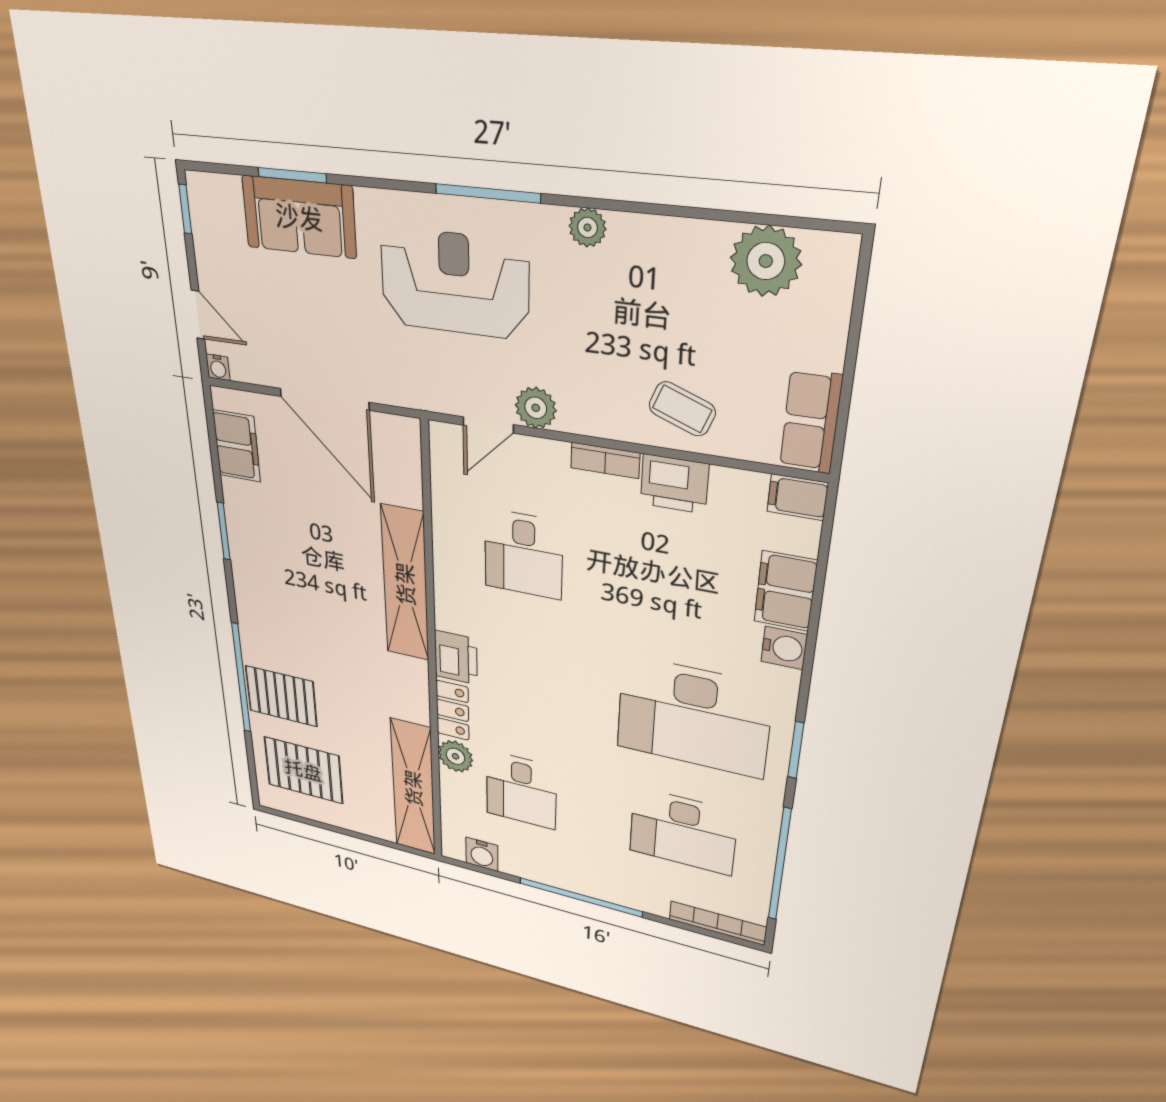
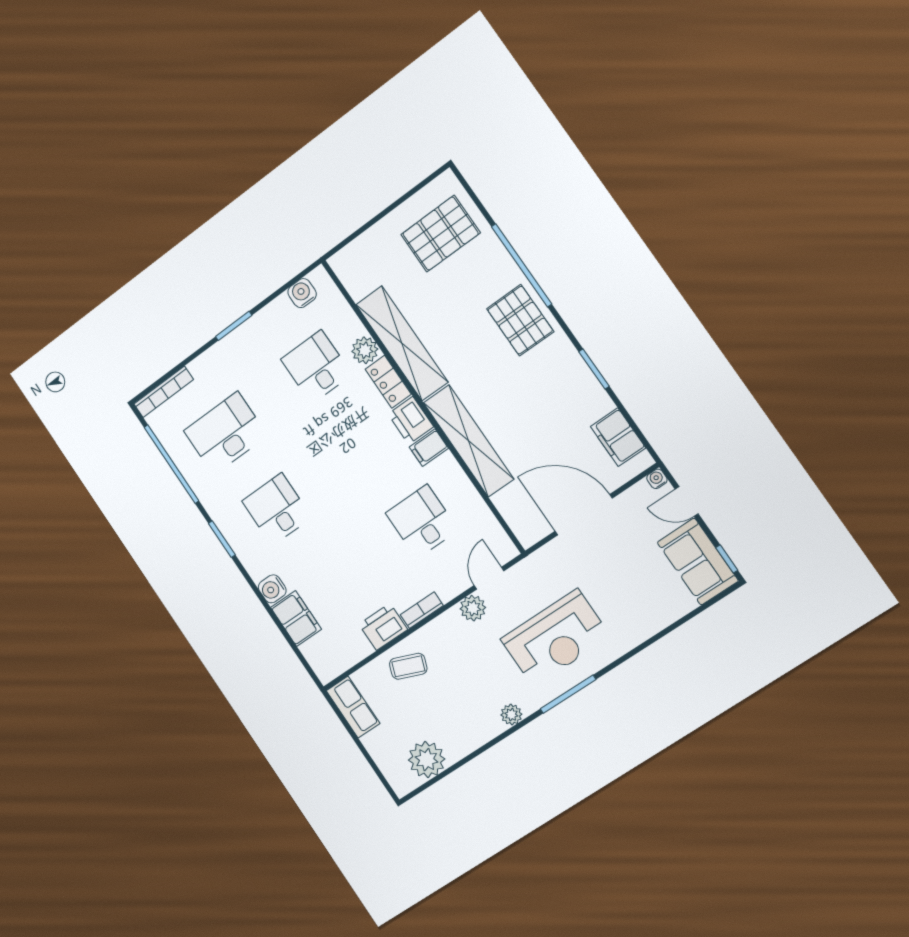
window: (292, 175) -> (674, 626), removed
sofa: (299, 217) -> (698, 562), moved, turned -90
filing cabinet: (797, 497) -> (429, 448), moved, turned 180
pallet: (281, 696) -> (520, 320), moved, turned 90
desk: (693, 717) -> (277, 509), width x0.53, depth x0.77
shelving: (413, 788) -> (402, 343), moved
window: (580, 897) -> (234, 326), width x0.47

